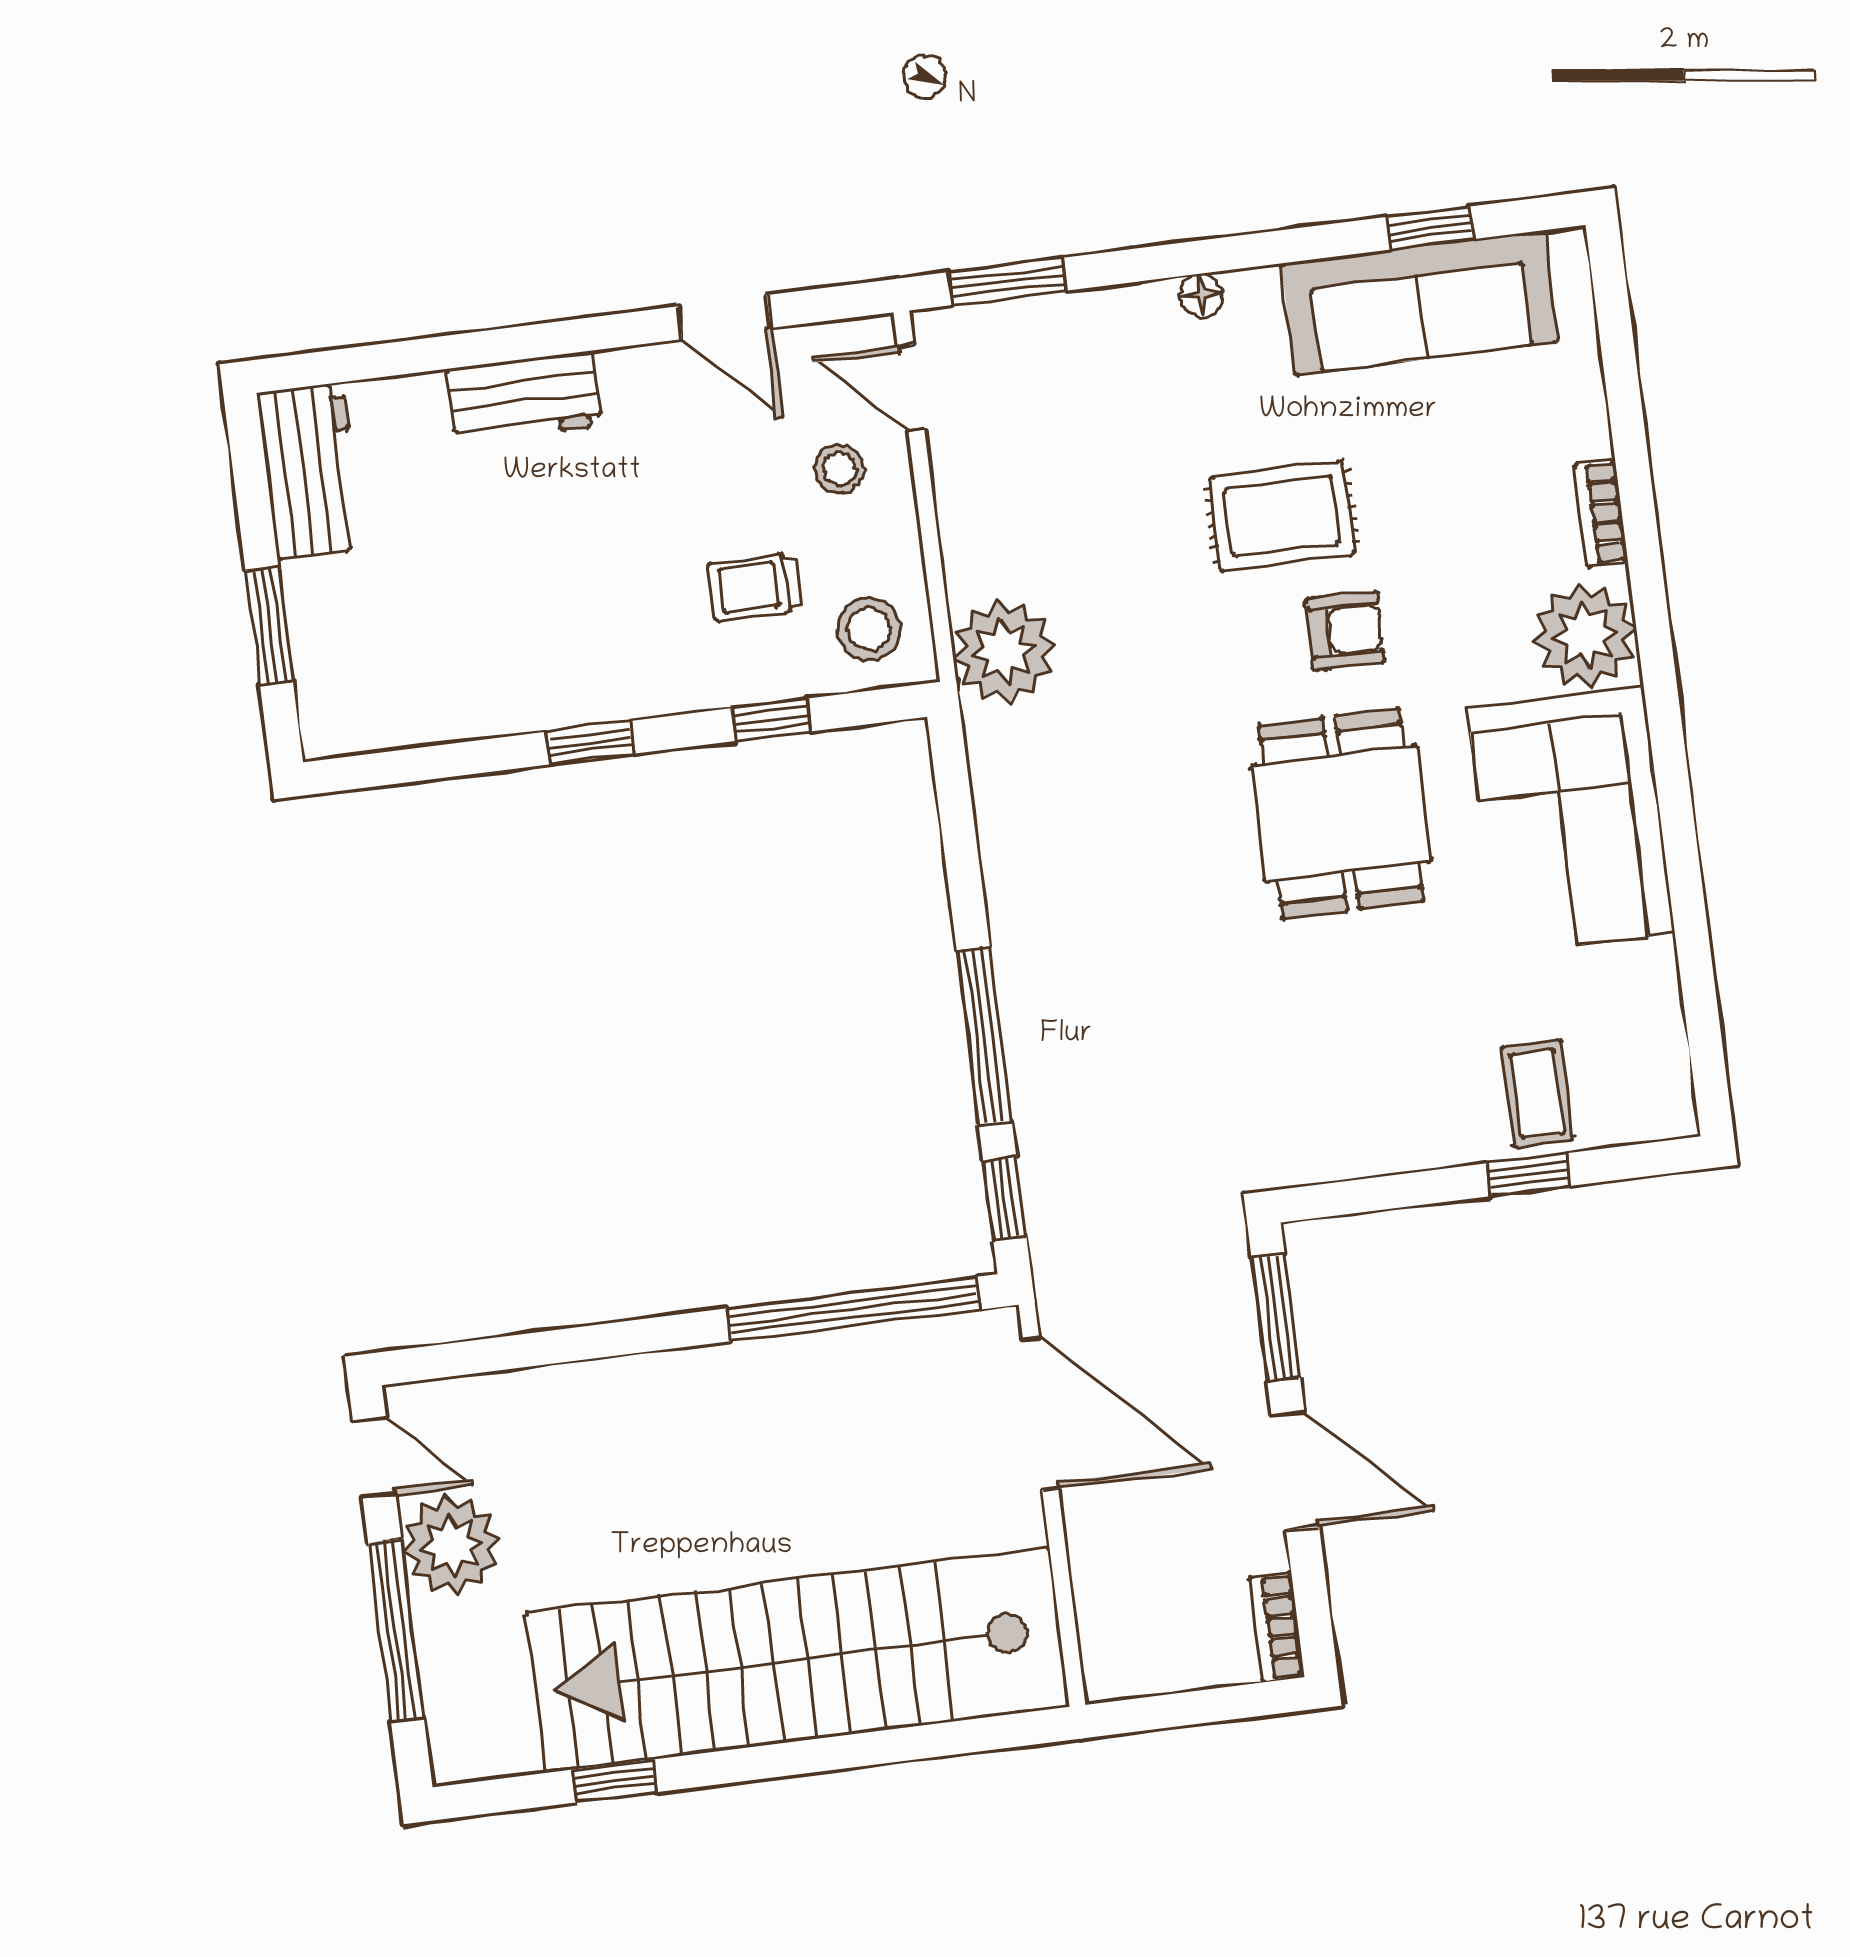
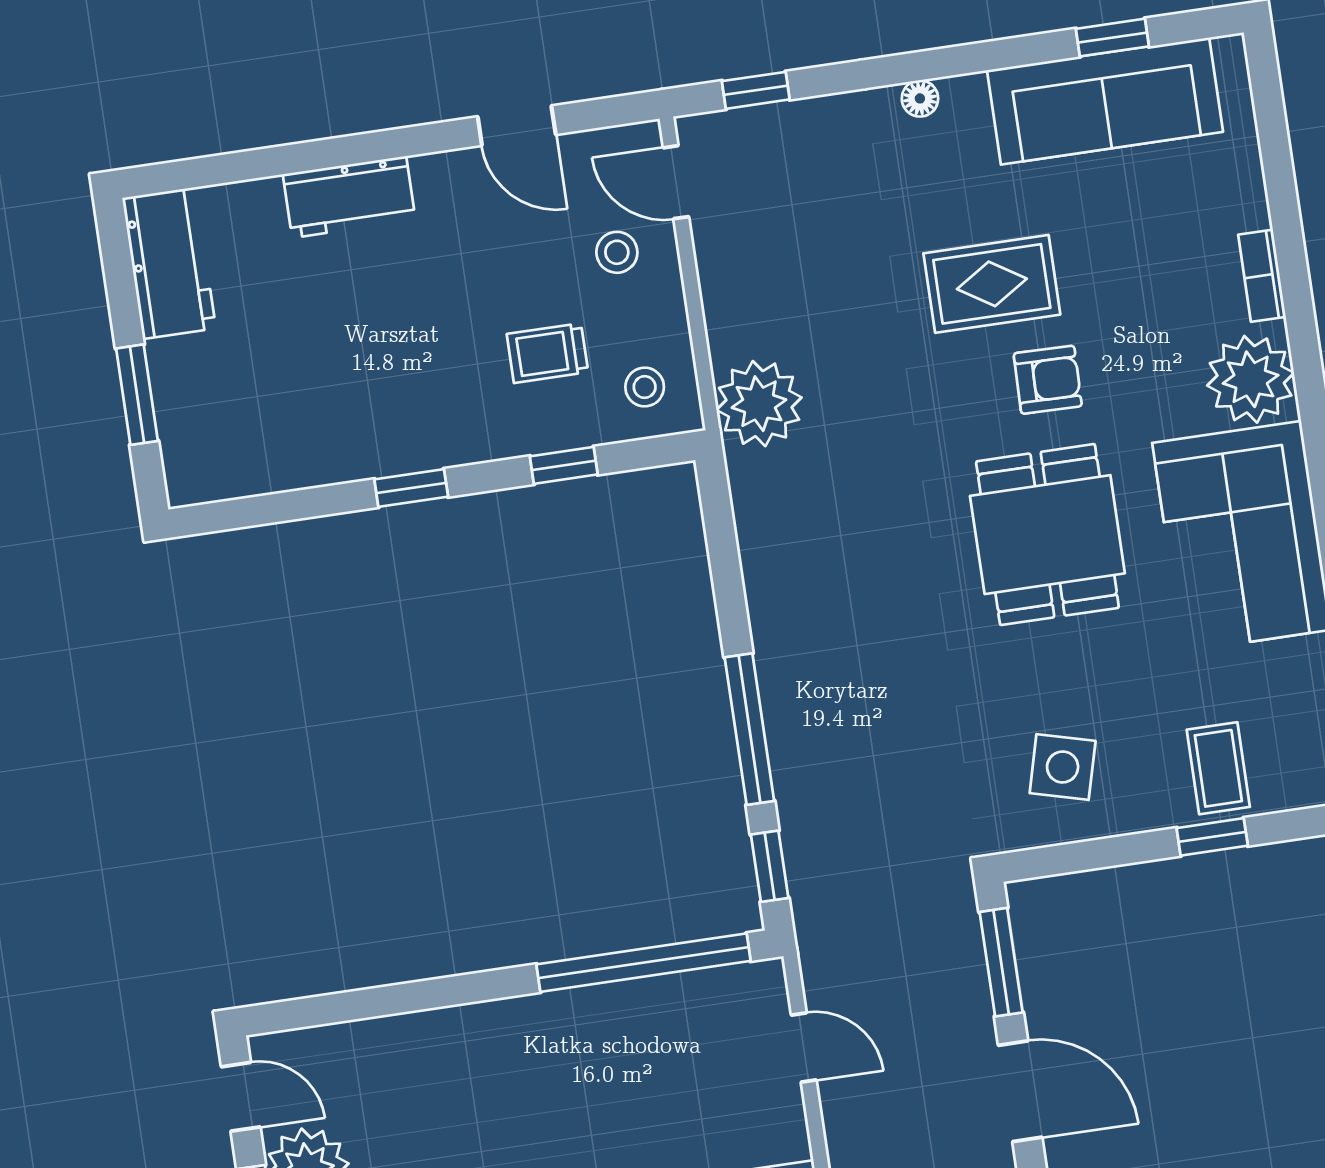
window: (1008, 281) -> (756, 90), width x0.67
stool: (869, 629) -> (645, 387), width x0.73, depth x0.73
side table: (1353, 1088) -> (1063, 767), added
door: (1041, 1413) -> (804, 1048), width x0.53

